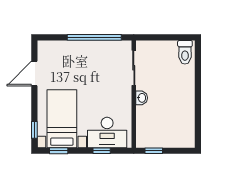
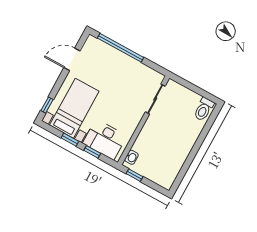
window: (94, 37) -> (121, 48), moved
washbasin: (142, 98) -> (131, 157), moved
window: (59, 151) -> (70, 140), moved

